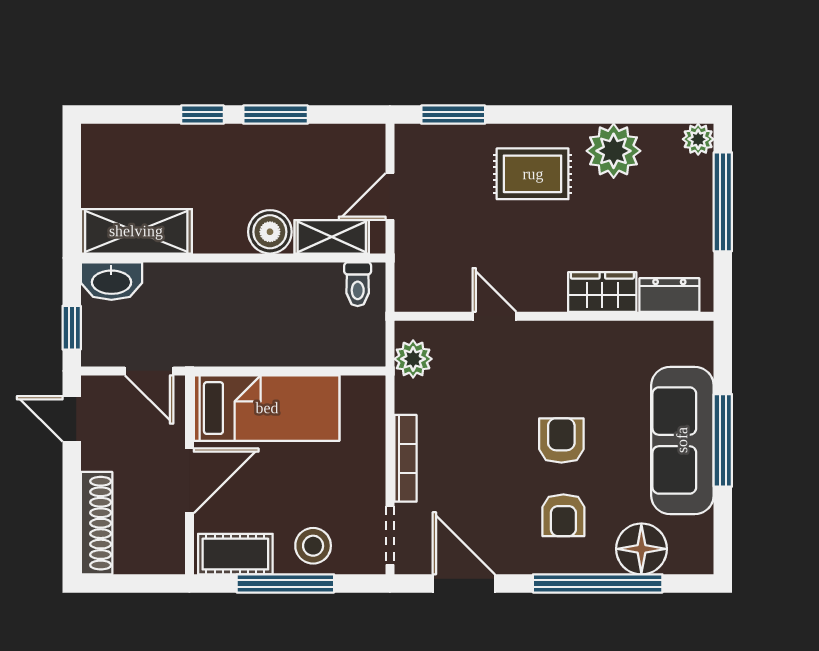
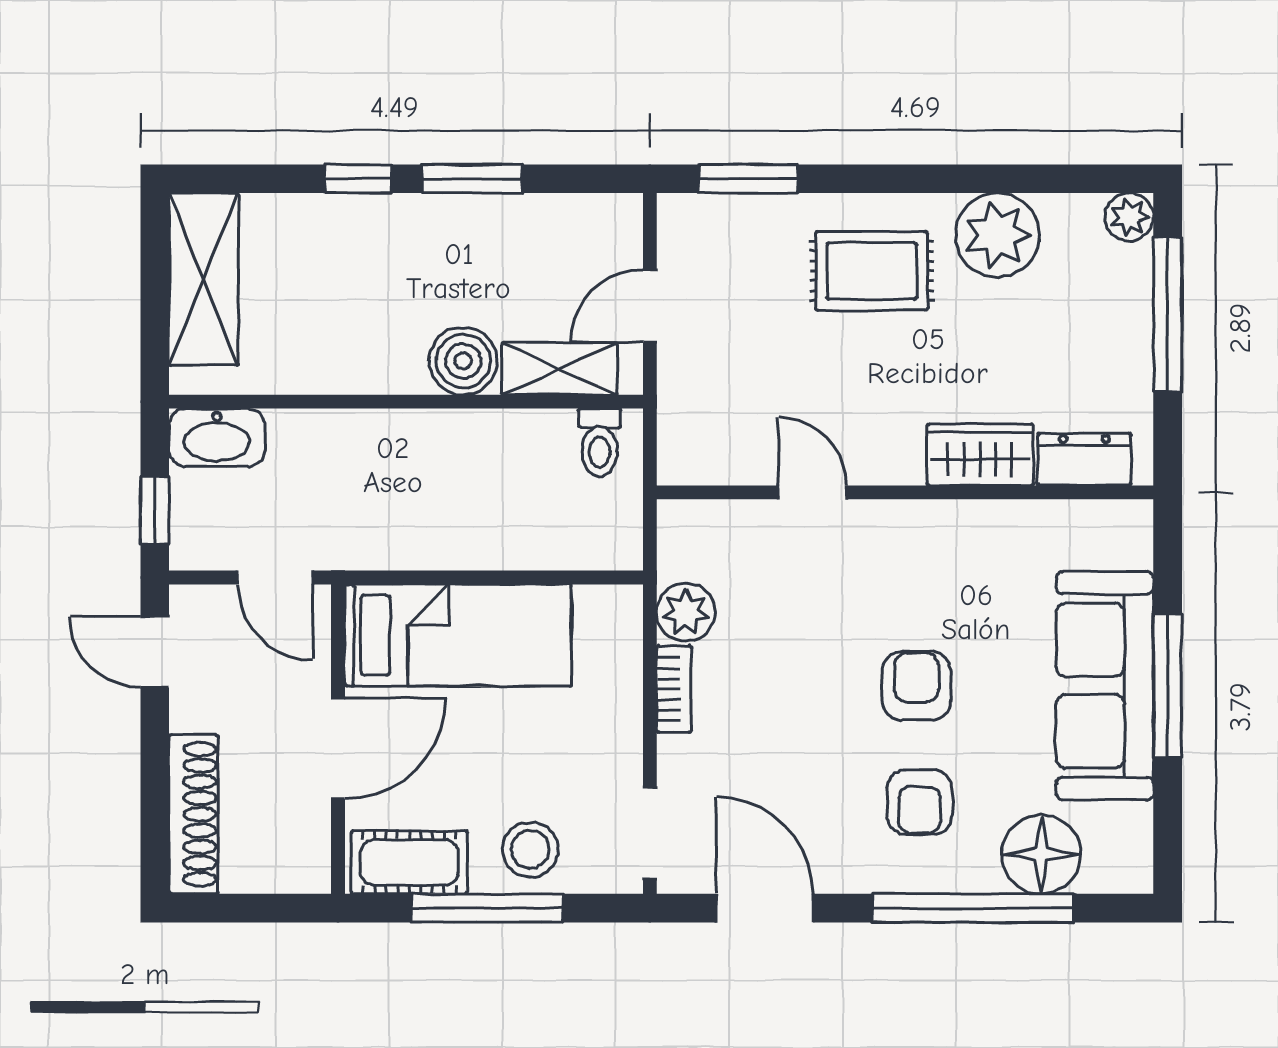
shelving: (136, 231) -> (204, 279), moved, turned 90
plant: (413, 359) -> (686, 612), moved
bookcase: (405, 458) -> (674, 689), width x0.64

